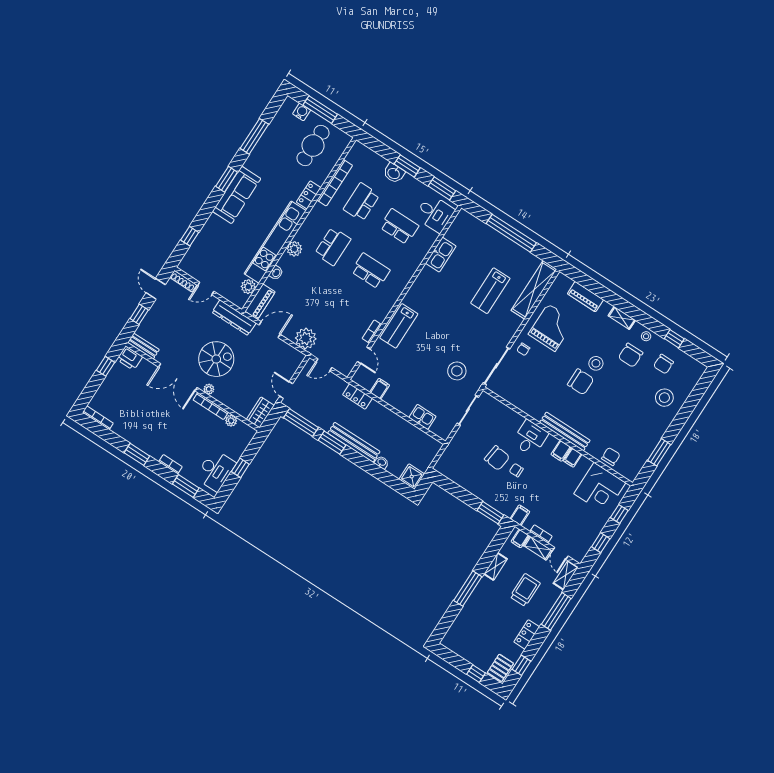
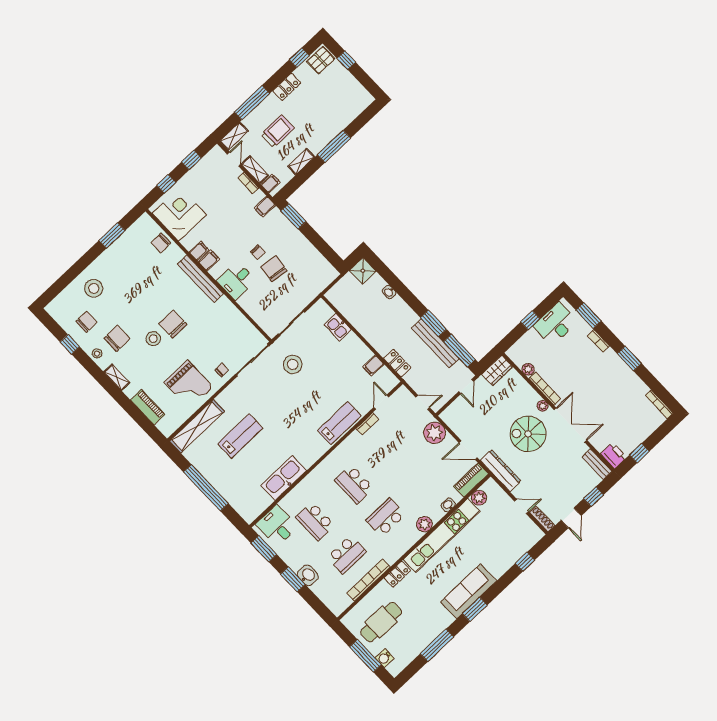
kitchen sink: (441, 255) -> (284, 478), width x1.36, depth x1.24
grand piano: (552, 327) -> (189, 385), turned -90
bench: (354, 442) -> (435, 343), moved
trolley: (525, 590) -> (278, 131), turned 180

